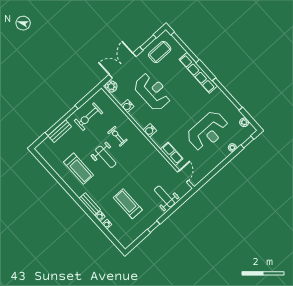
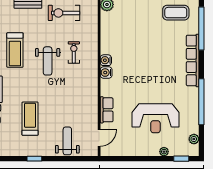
reception desk: (152, 92) -> (139, 41), removed
water cooler: (127, 106) -> (106, 60), moved

